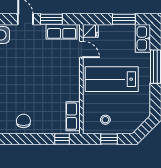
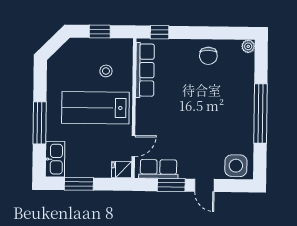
door: (81, 49) -> (133, 146), swing flipped
lab bench: (112, 79) -> (95, 108), turned 180
row of seats: (73, 116) -> (145, 70), width x1.48
stool: (105, 120) -> (106, 71), moved

